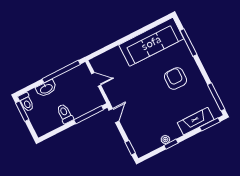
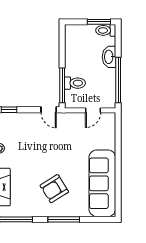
window: (188, 43) -> (64, 219), moved
armchair: (175, 78) -> (54, 189), turned 148
toilet: (65, 114) -> (75, 83), moved

